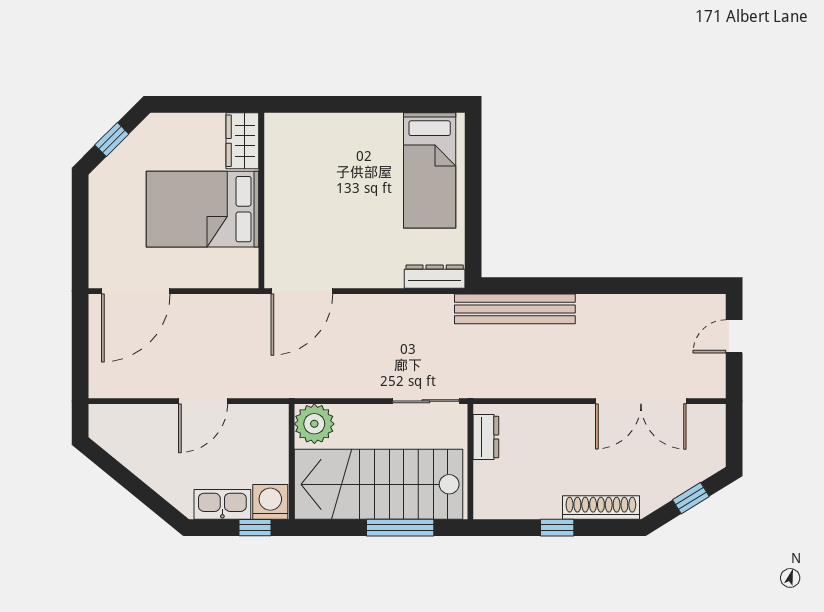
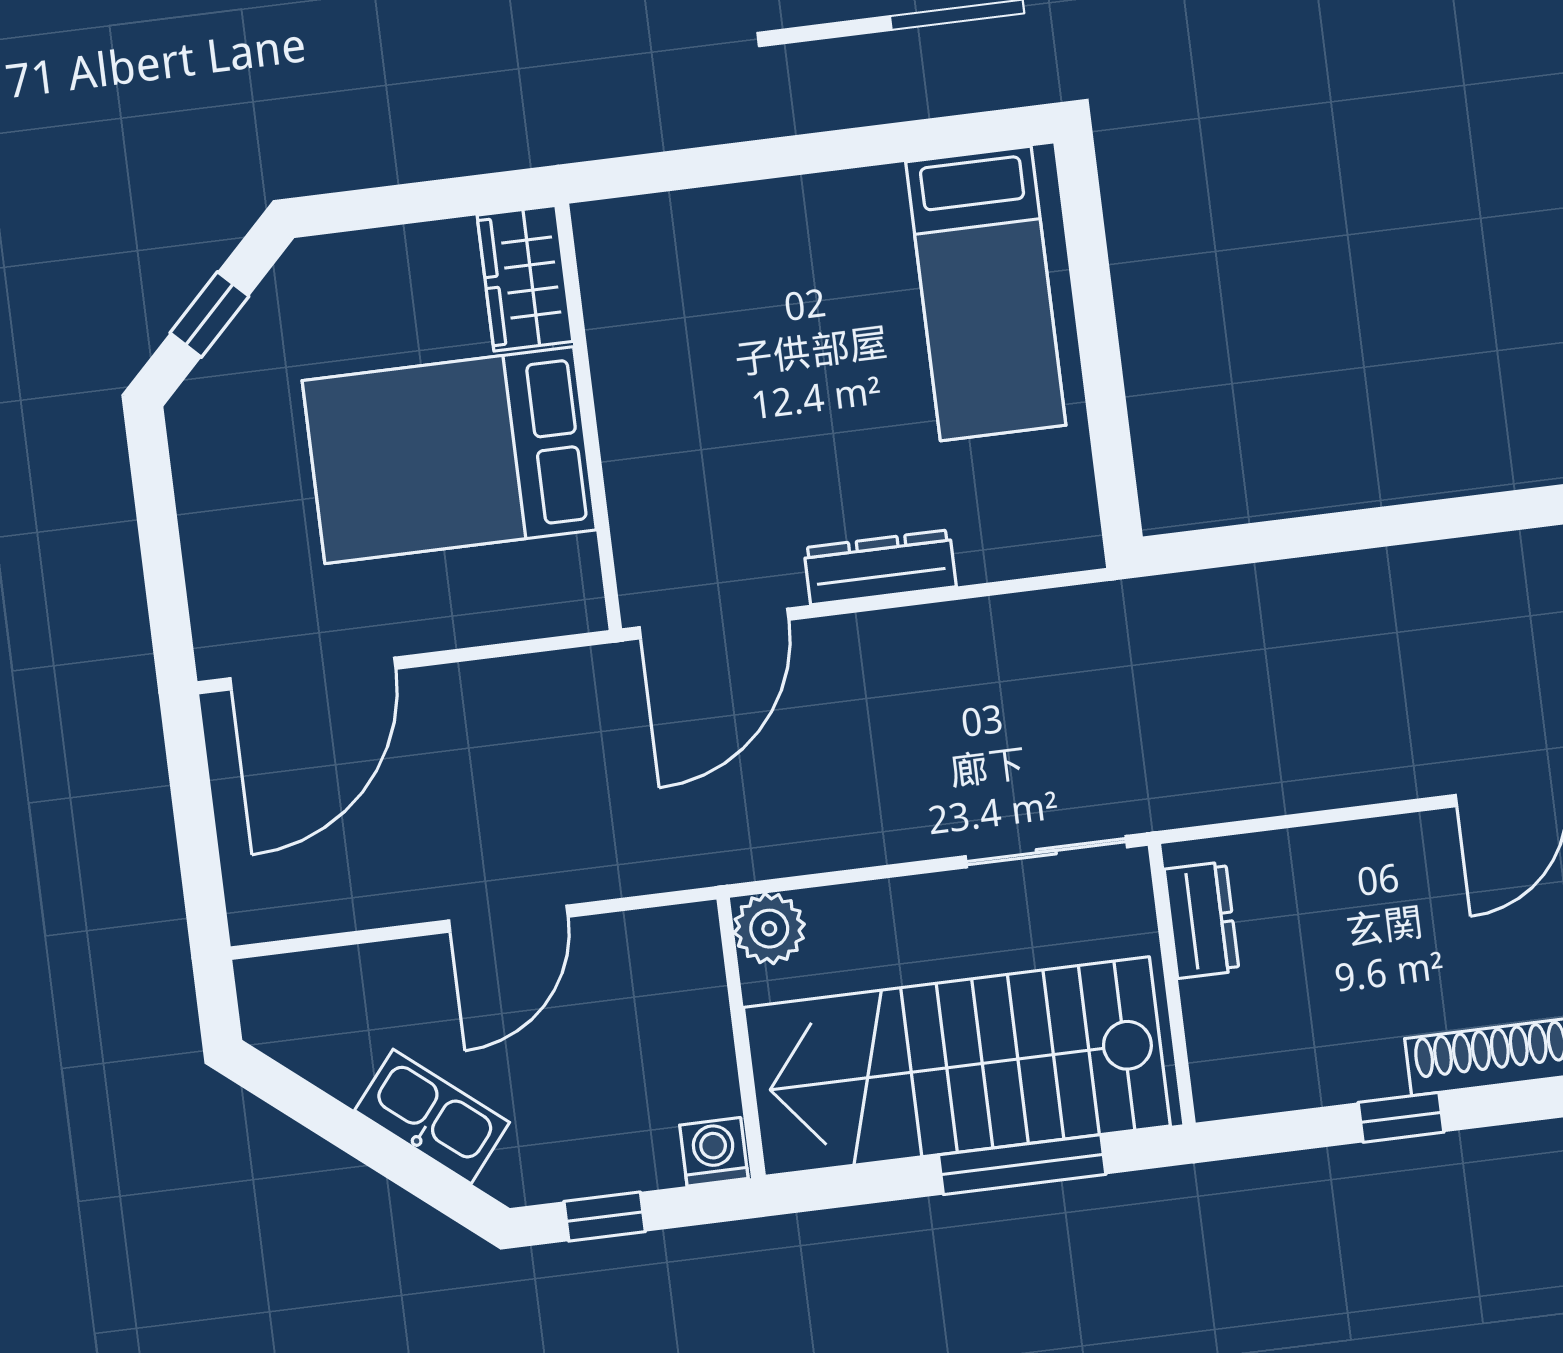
dresser: (435, 277) -> (880, 567), moved
bench: (515, 309) -> (1233, 602), removed
plant: (314, 424) -> (769, 929), width x0.73, depth x0.73
washing machine: (270, 502) -> (714, 1152), width x0.73, depth x0.73
kitchen sink: (222, 504) -> (432, 1116), moved, turned 39
window: (255, 528) -> (605, 1217), moved

